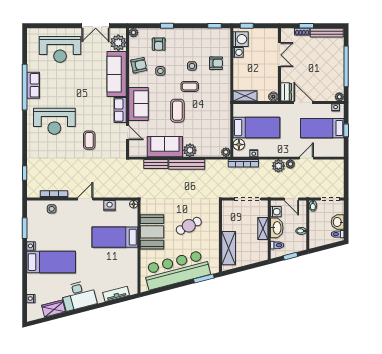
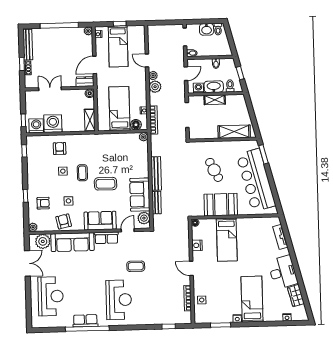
washing machine: (238, 52) -> (53, 124), width x1.89, depth x1.89
plant: (190, 150) -> (144, 218), moved

